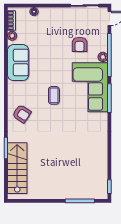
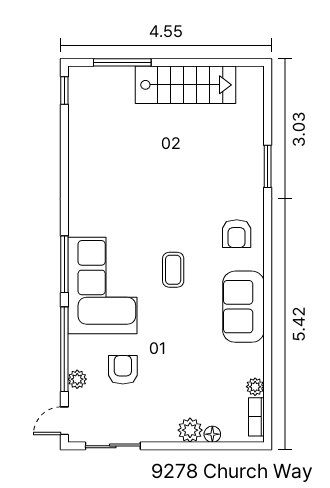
plant: (45, 14) -> (190, 430), added
plant: (103, 57) -> (77, 379), moved
sofa: (18, 63) -> (243, 307), moved
armchair: (22, 114) -> (237, 234), turned -123
stairs: (17, 168) -> (185, 85), moved, turned -90

